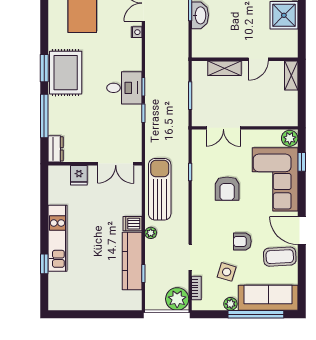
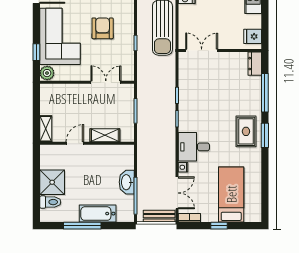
rug: (66, 73) -> (246, 131), width x0.73, depth x0.70
desk: (124, 88) -> (194, 147), moved
fridge: (79, 175) -> (253, 36), moved, turned -90

